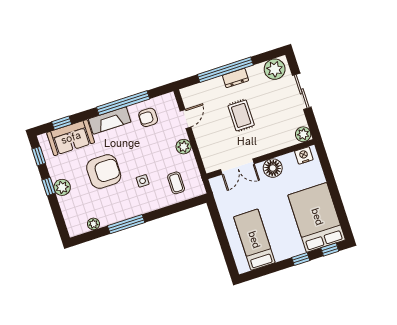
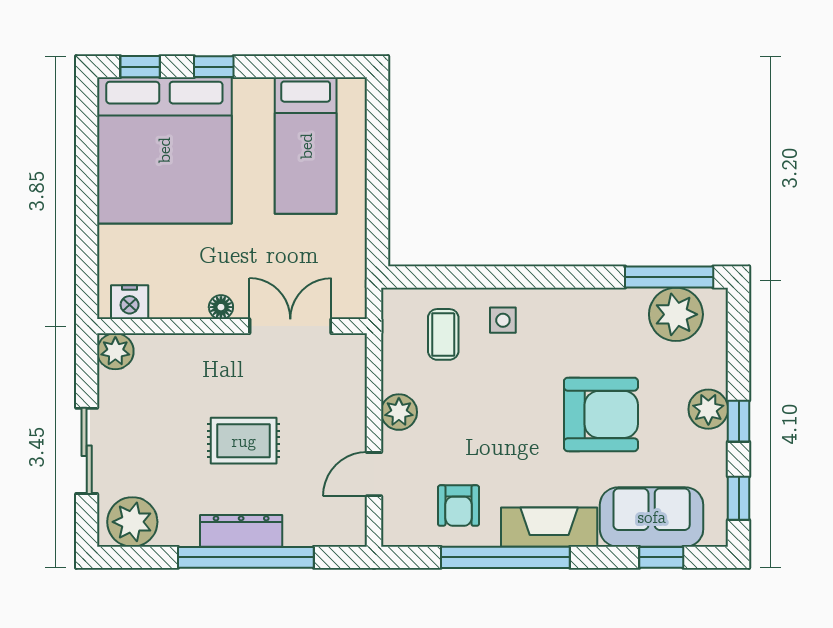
dresser: (235, 78) -> (241, 531), width x1.44
rug: (241, 115) -> (244, 441), turned 90
armchair: (148, 117) -> (458, 506), turned 90
floor lamp: (273, 168) -> (221, 307), width x0.53, depth x0.53
armchair: (104, 172) -> (601, 414), turned 180
side table: (143, 181) -> (503, 320), moved
bed: (317, 217) -> (164, 150), width x1.36
plant: (93, 224) -> (676, 314), width x1.88, depth x1.88
window: (126, 224) -> (669, 277), moved

